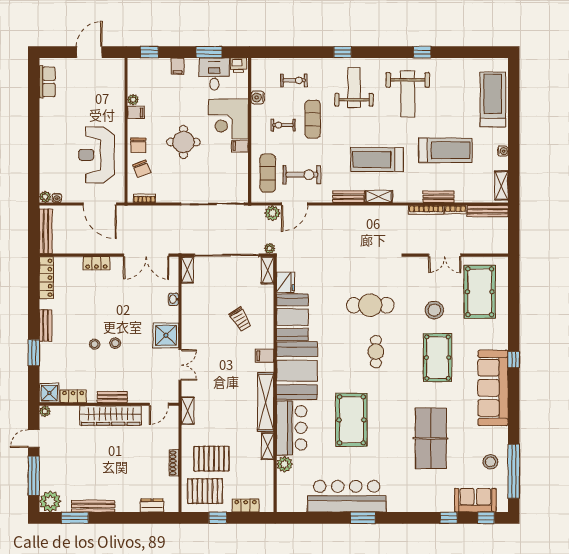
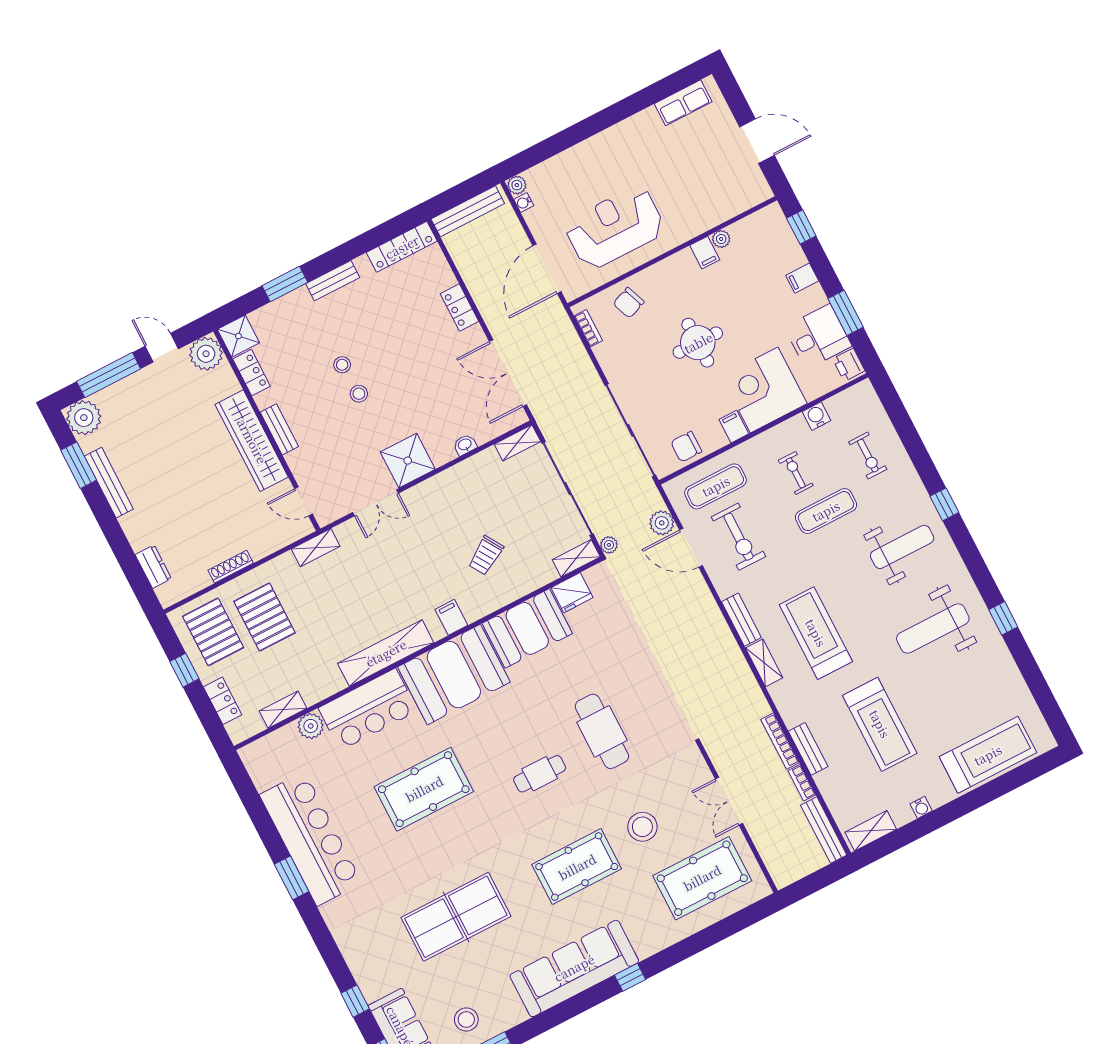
chair: (138, 145) -> (686, 447), moved
plant: (45, 411) -> (206, 354), width x1.87, depth x1.87
shelving: (268, 446) -> (283, 710), moved

